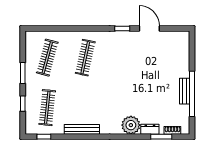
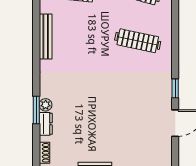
plant: (131, 125) -> (46, 105), width x0.53, depth x0.53
window: (161, 137) -> (36, 110), moved

